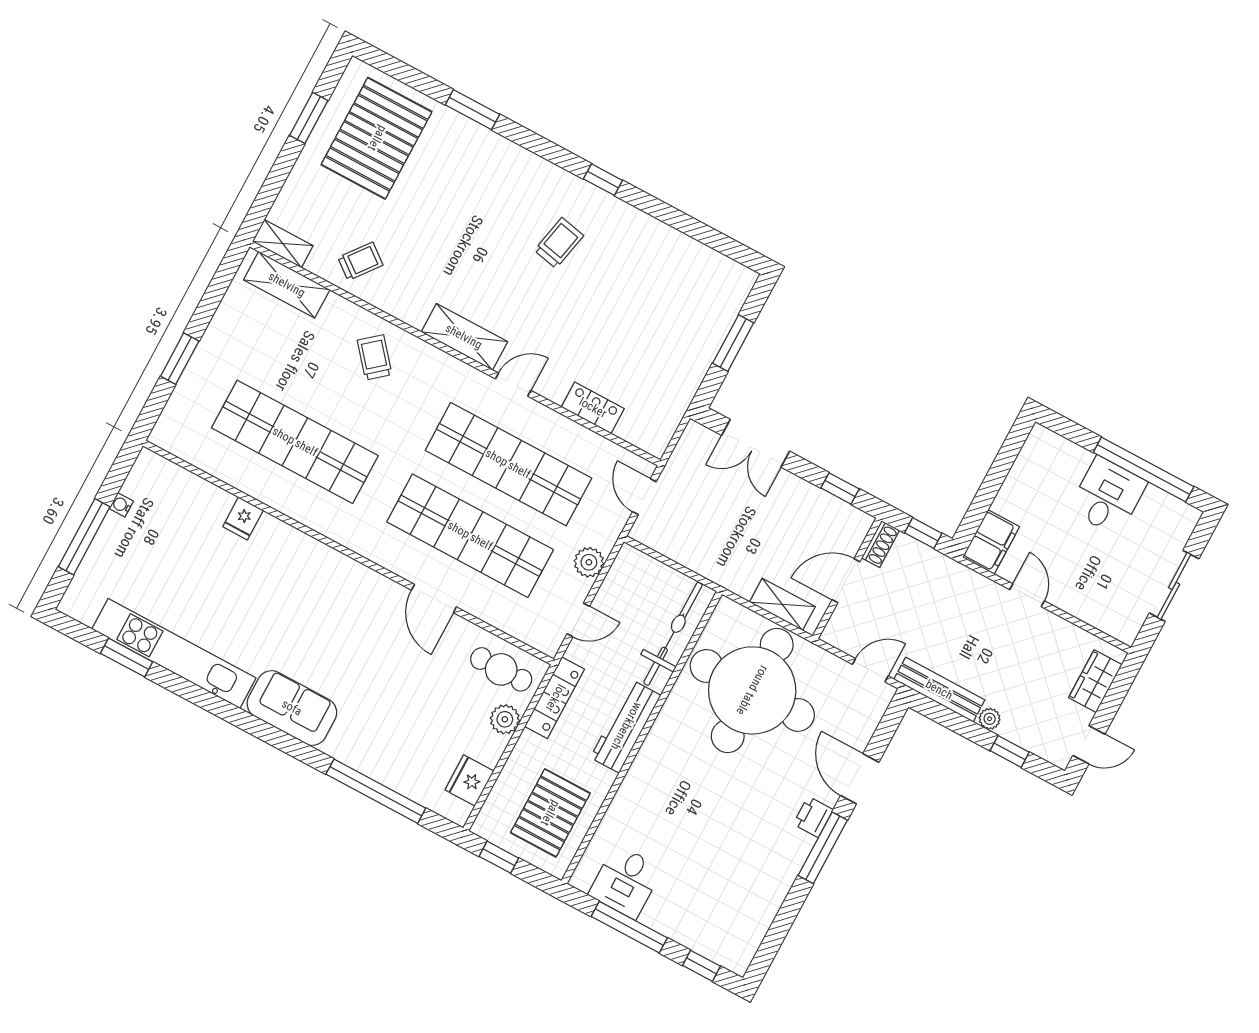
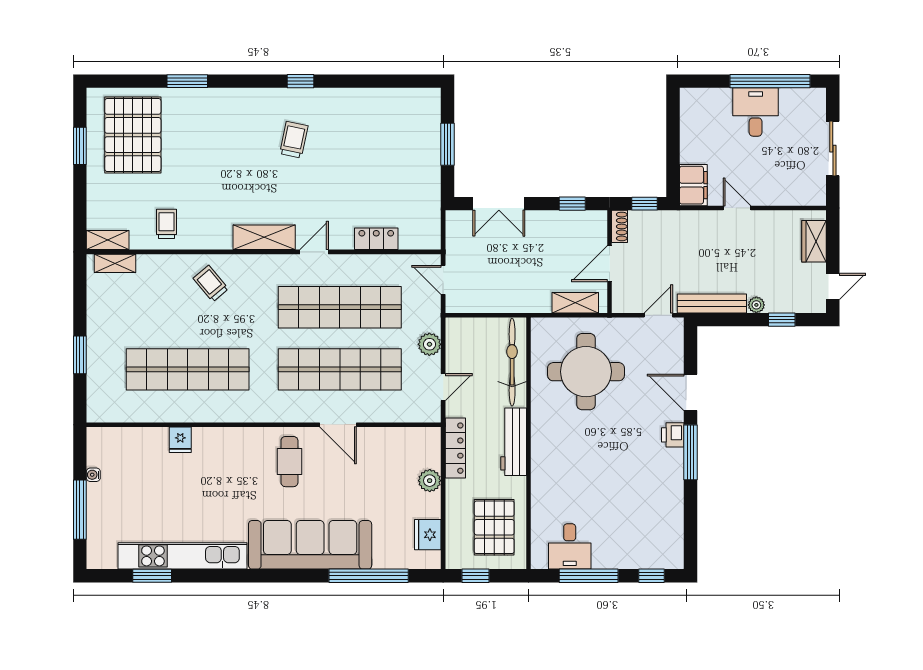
trolley: (360, 261) -> (166, 224), turned -38
shelving: (287, 285) -> (115, 263), width x0.67, depth x0.75
cafe table: (501, 669) -> (289, 462), moved, turned 90
round table: (752, 690) -> (586, 372), width x0.73, depth x0.73
sofa: (292, 708) -> (310, 545), width x1.85, depth x1.27

